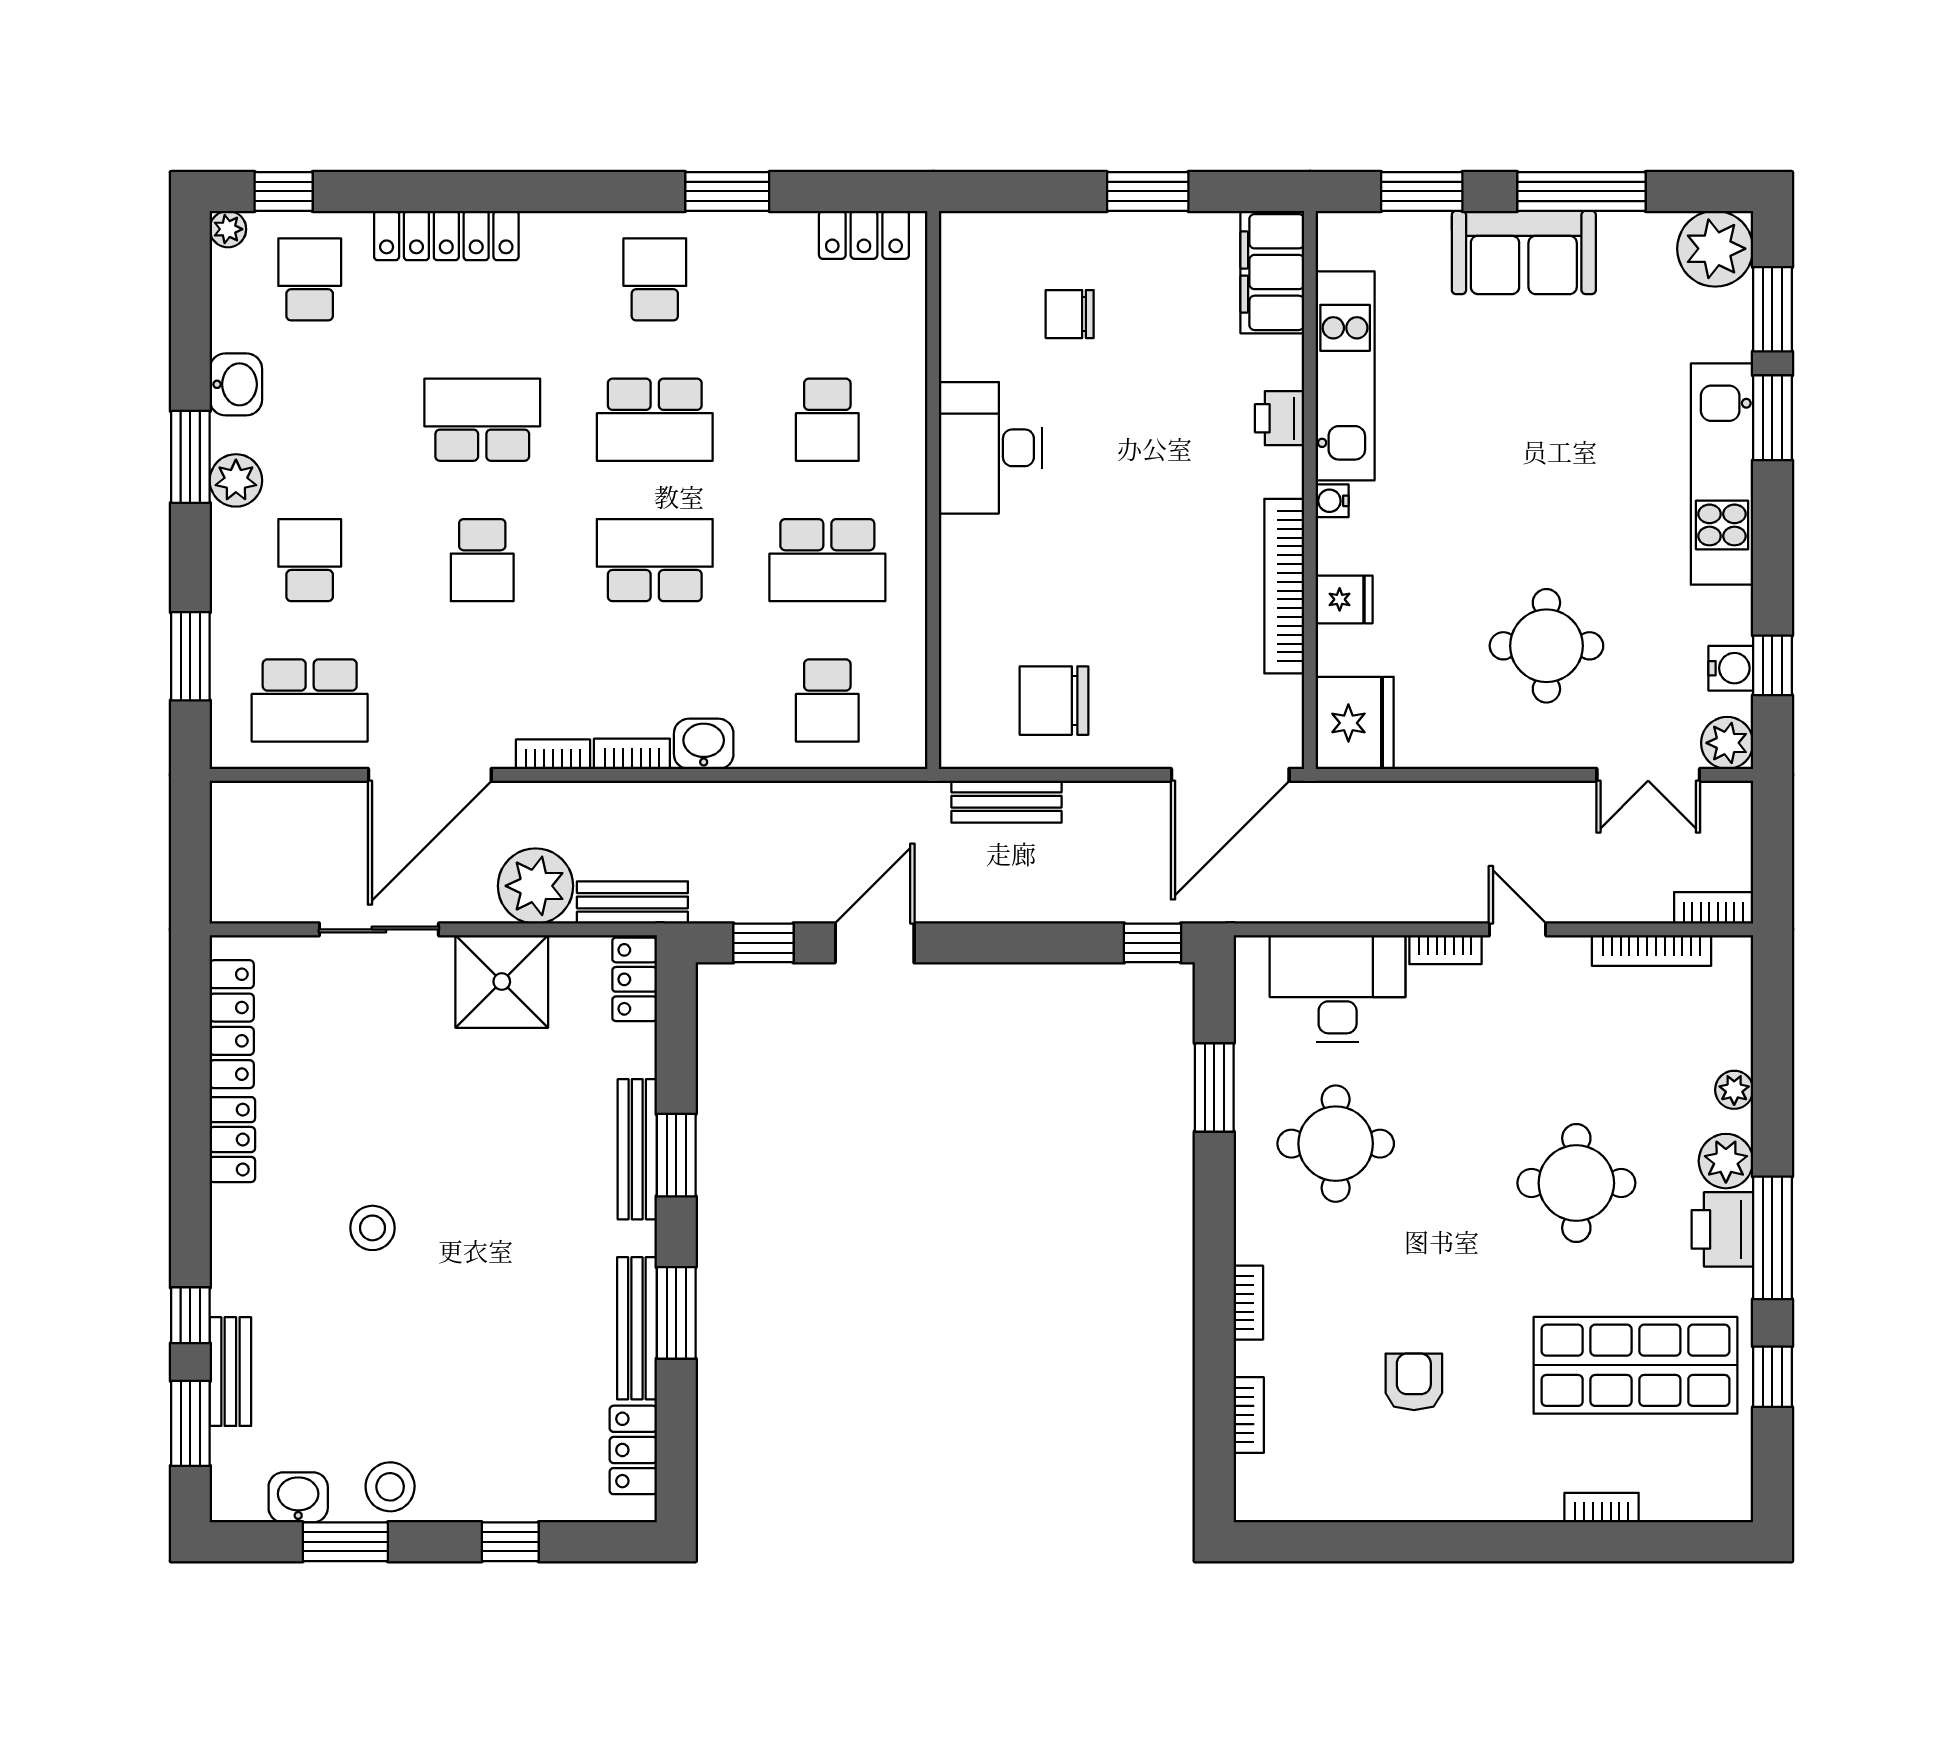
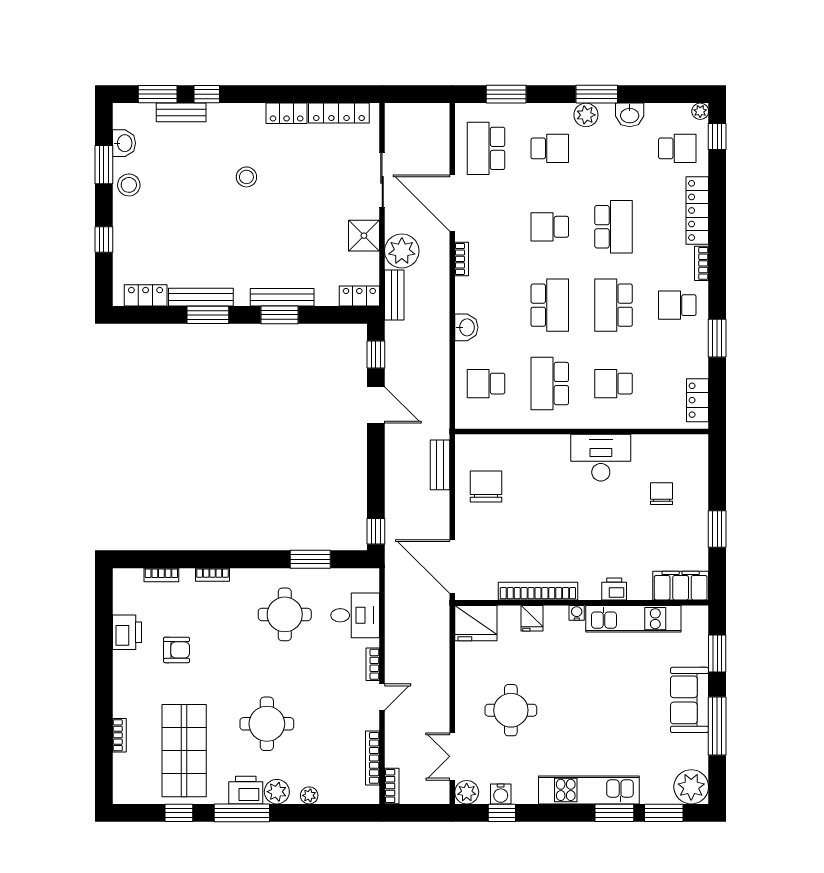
school desk: (655, 279) -> (677, 305), turned 180
bookcase: (632, 754) -> (702, 263), moved, turned 180
shower: (502, 982) -> (364, 236), width x0.73, depth x0.73
desk: (1338, 989) -> (355, 615), width x0.73
printer: (1375, 1491) -> (127, 632), added

